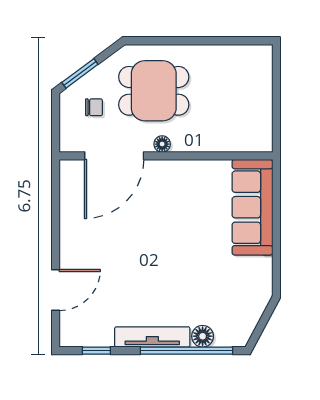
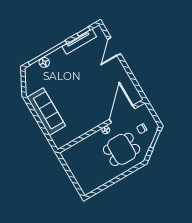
sofa: (252, 207) -> (46, 112), moved
tv unit: (152, 337) -> (79, 42), moved

